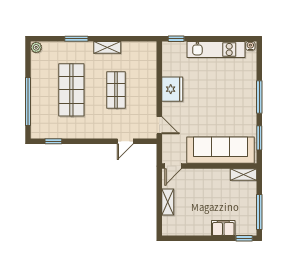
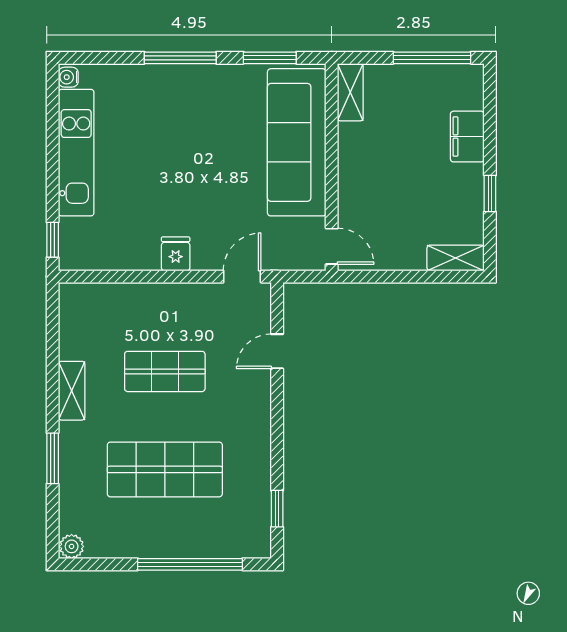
fridge: (172, 89) -> (176, 254), width x0.53, depth x0.75
door: (125, 141) -> (277, 351), swing flipped
shelving: (168, 202) -> (456, 258), moved
window: (244, 238) -> (490, 193), moved

